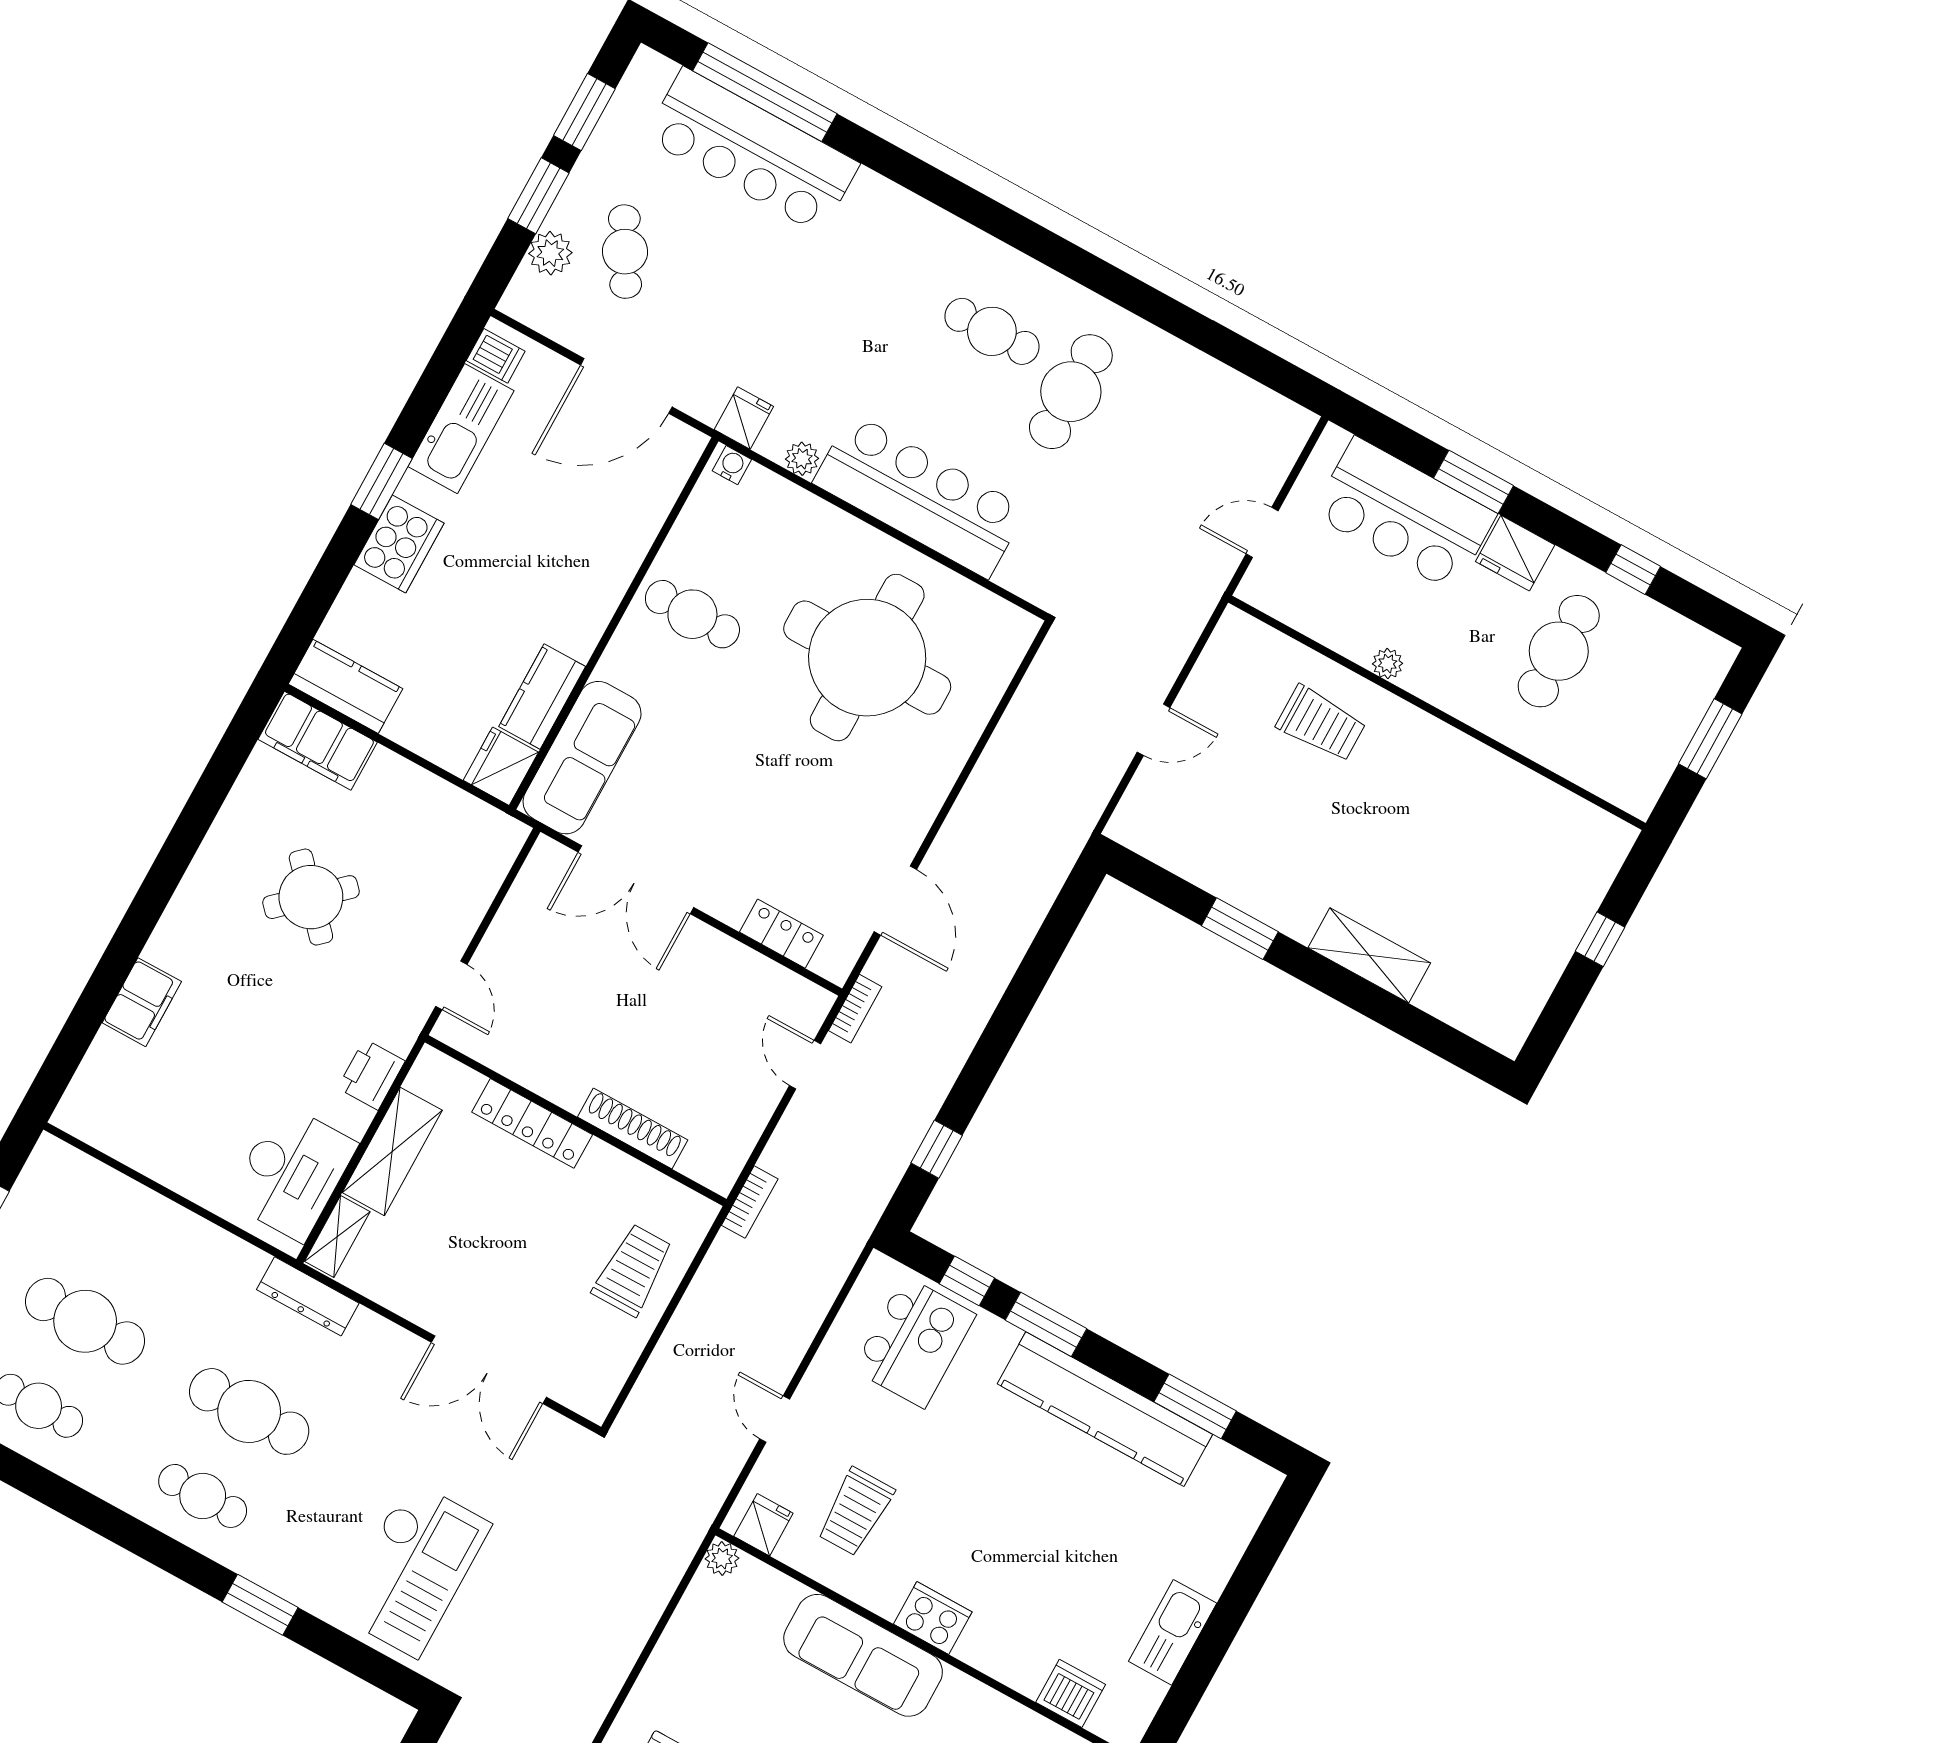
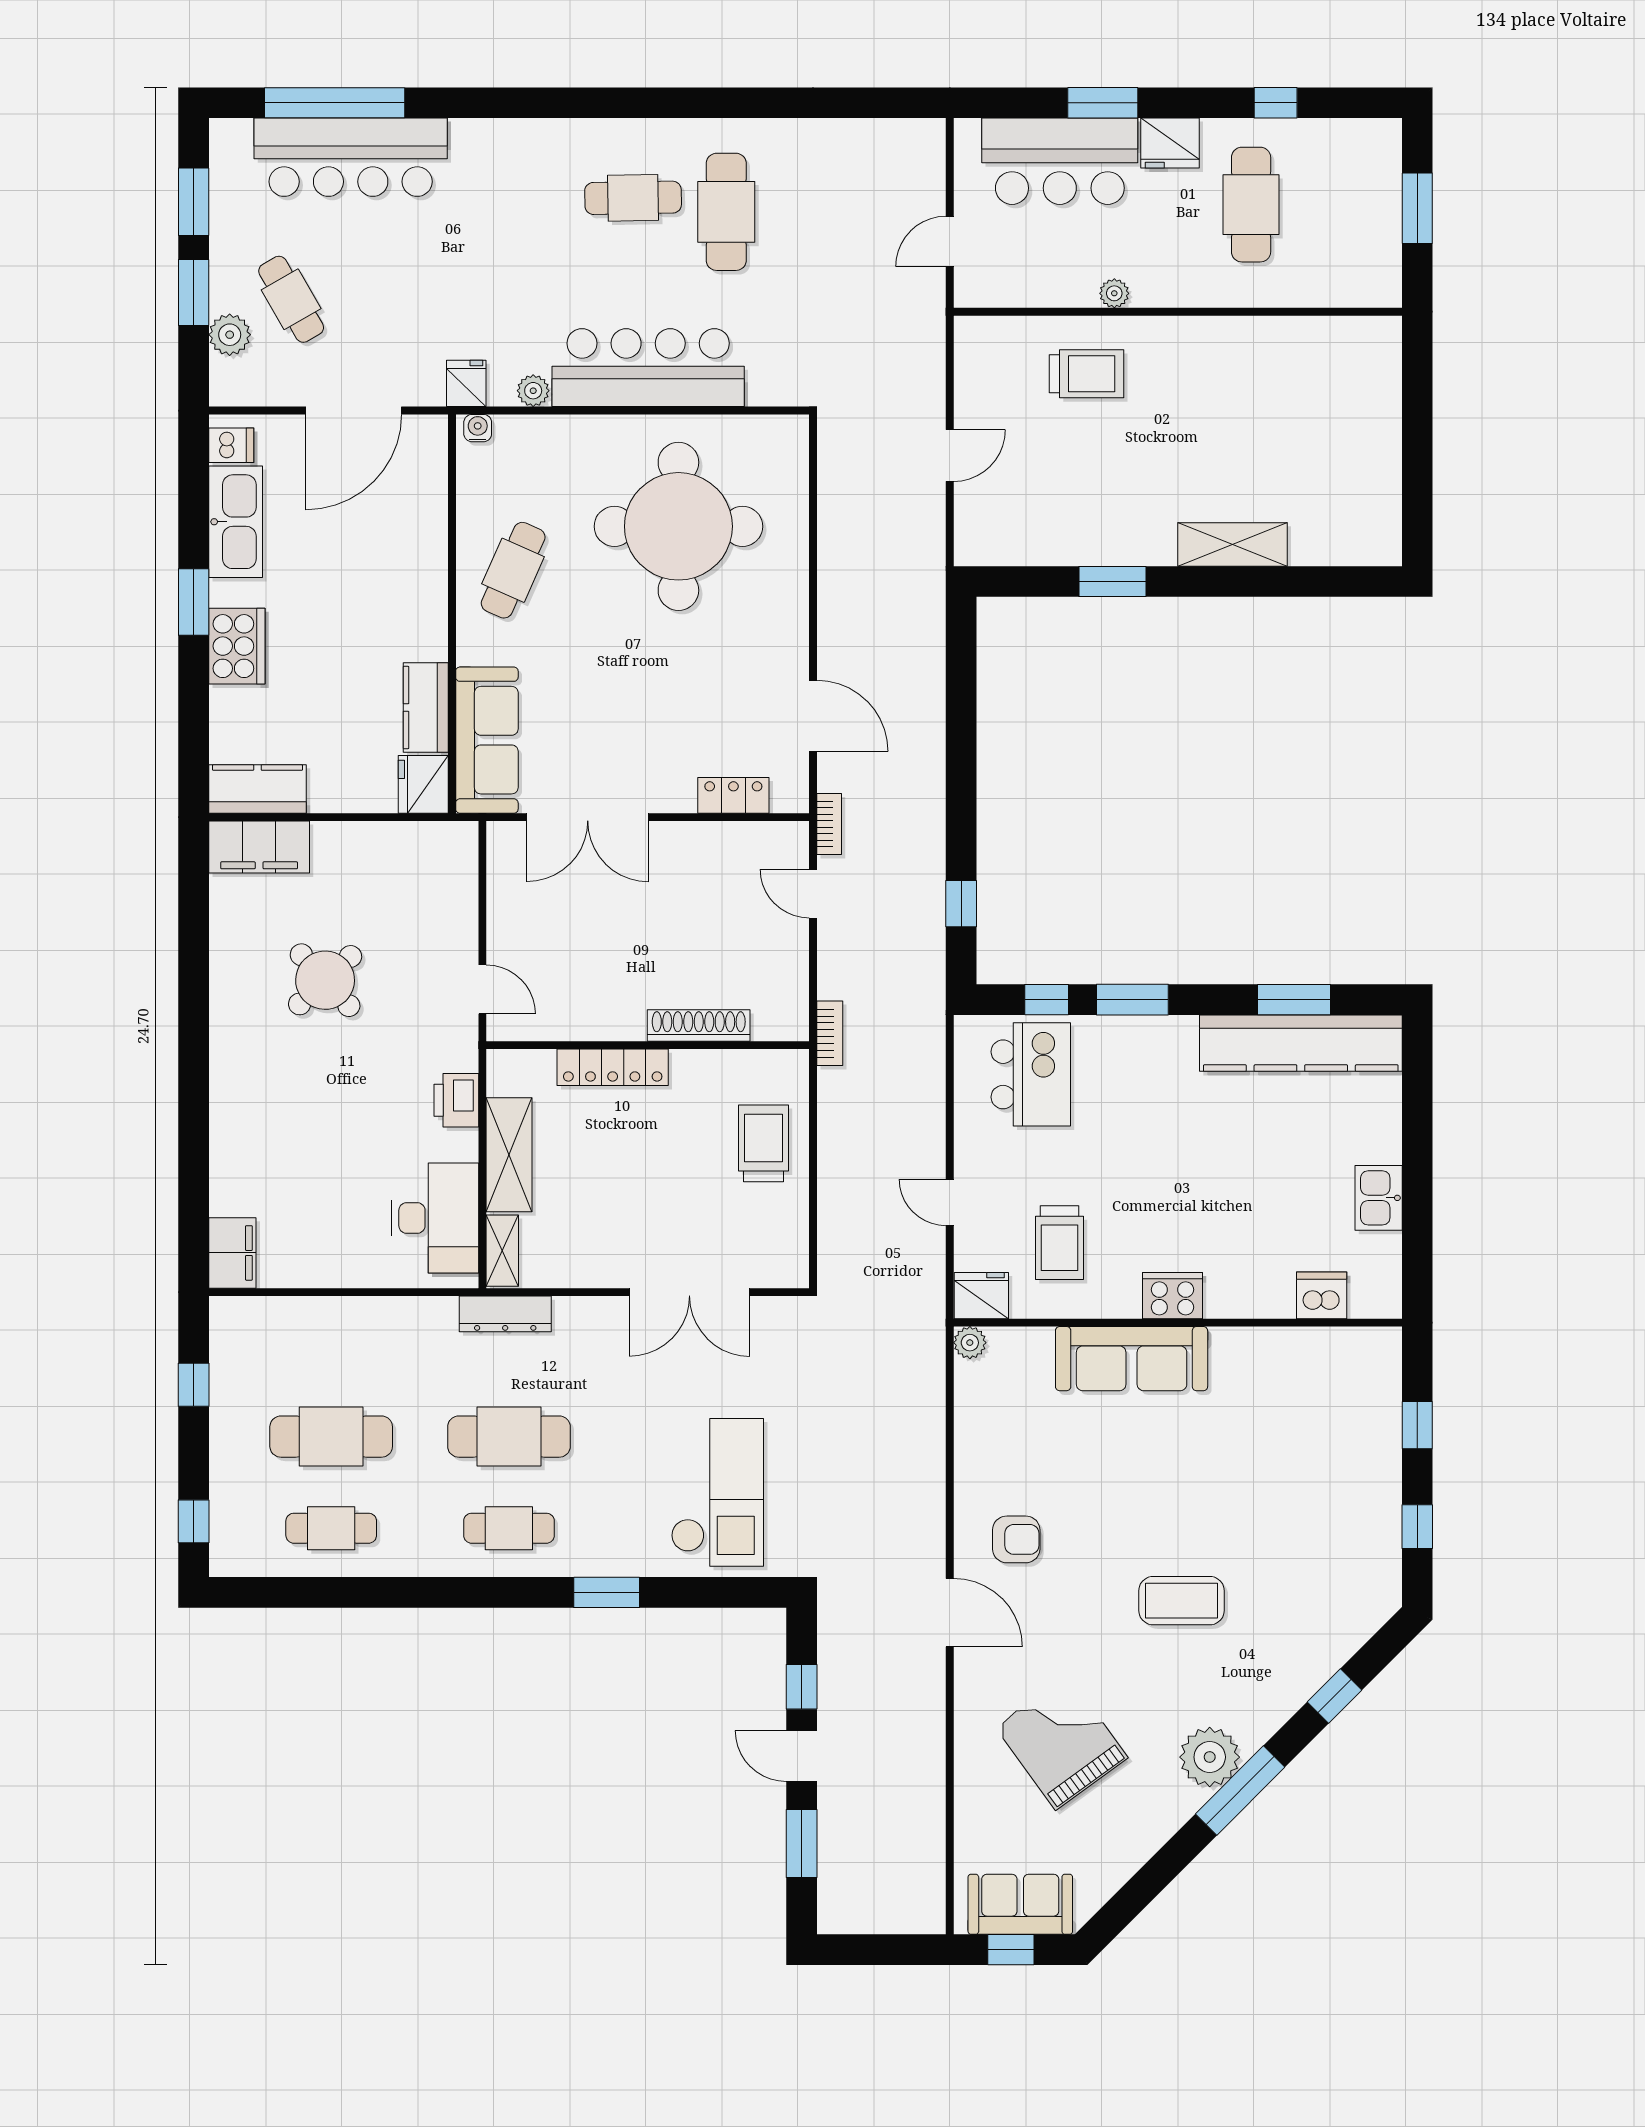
cafe table: (692, 614) -> (513, 570), turned -66
window: (1600, 939) -> (1417, 426), removed
filing cabinet: (142, 1002) -> (232, 1253), moved
kitchen counter: (1105, 1409) -> (1301, 1043), moved
fridge: (763, 1525) -> (981, 1296), width x1.38
kitchen sink: (1173, 1632) -> (1379, 1198), width x0.73

